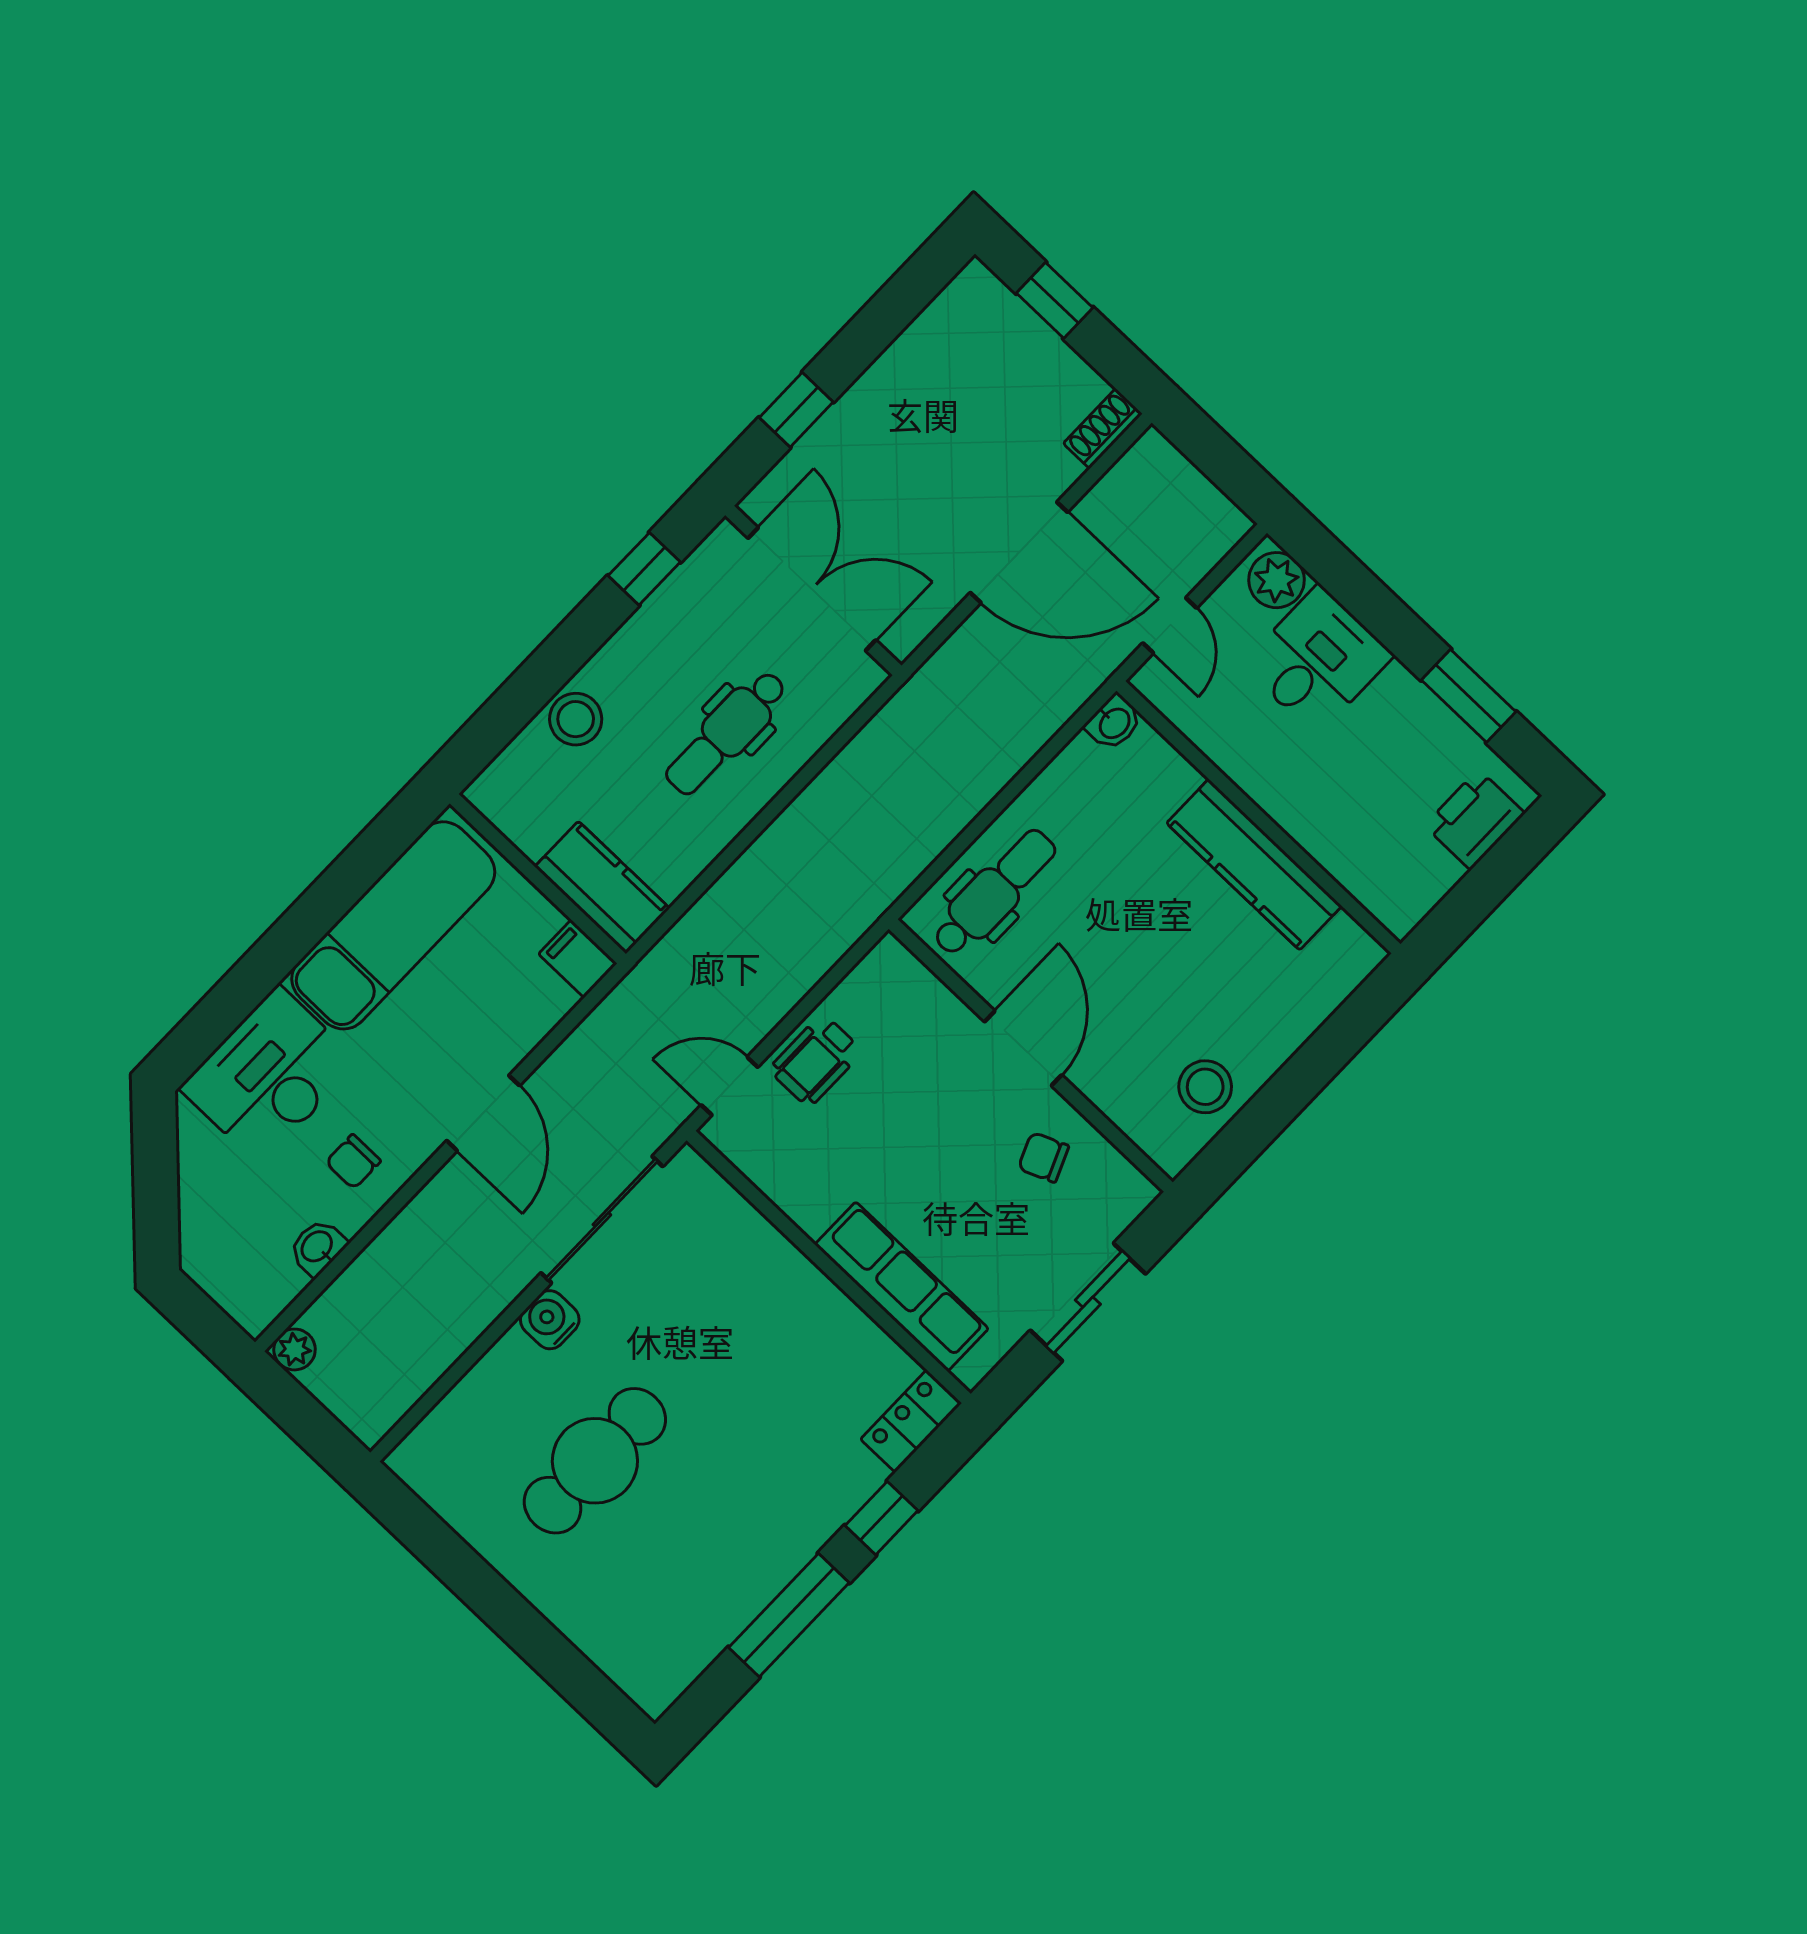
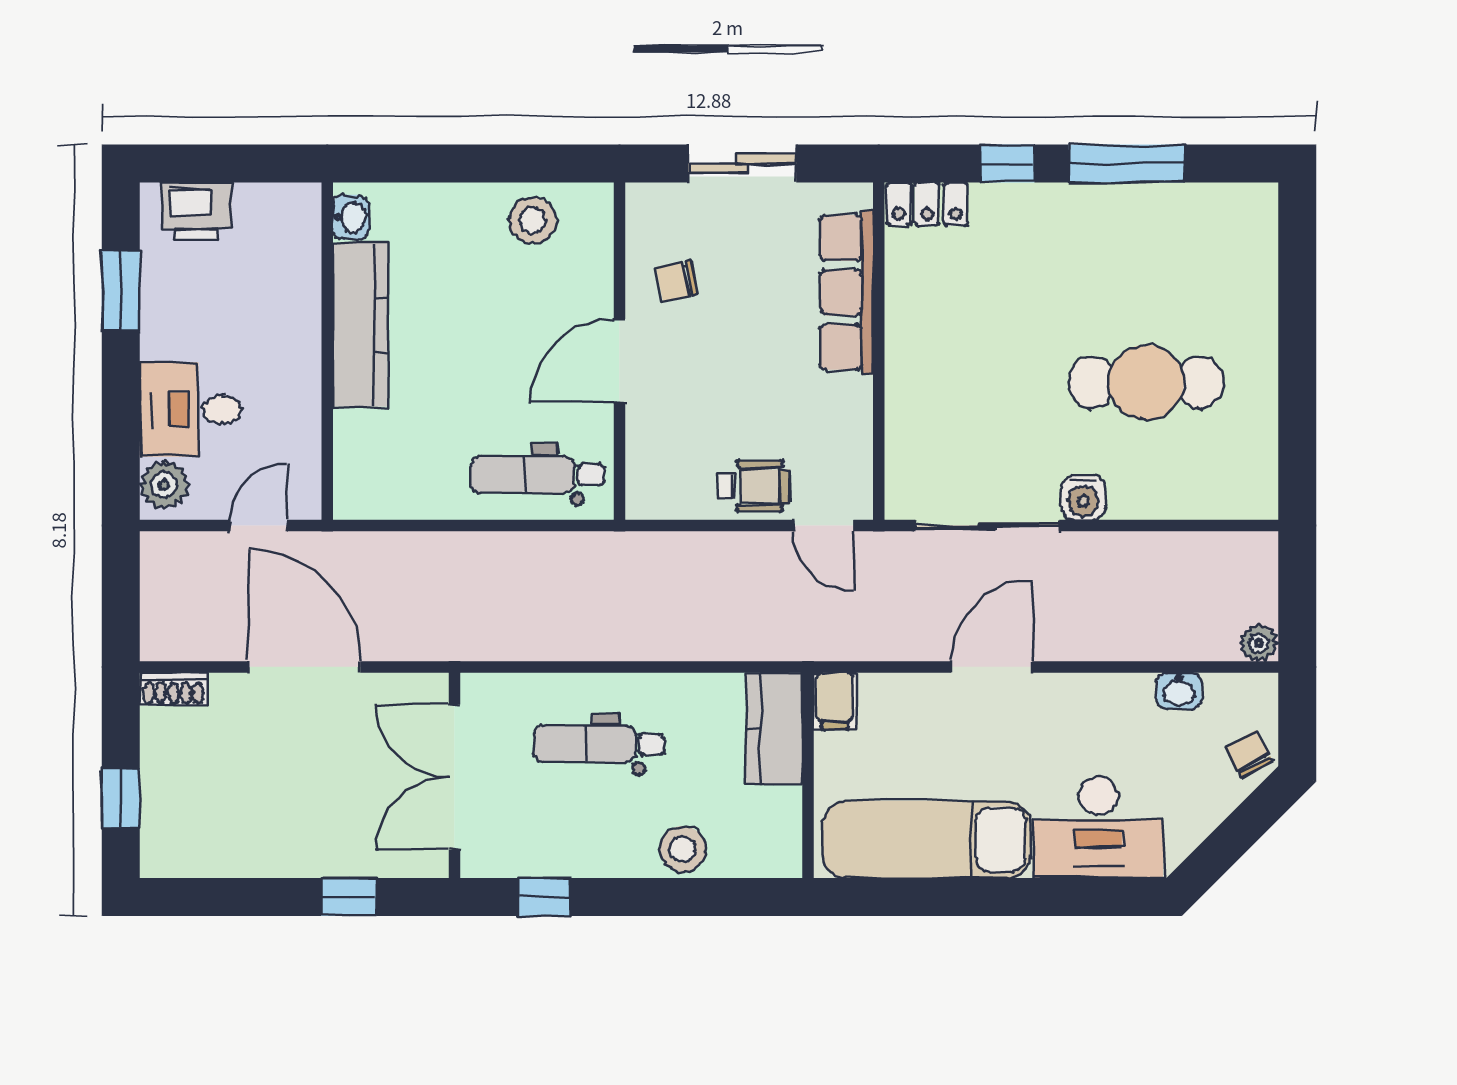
washbasin: (1114, 723) -> (351, 217), moved, turned 90
dental chair: (726, 733) -> (599, 744), turned 180
chair: (1043, 1157) -> (677, 281), turned 101
chair: (353, 1162) -> (1249, 754), moved, turned -119

